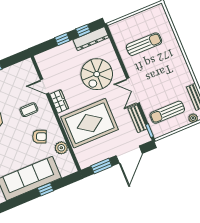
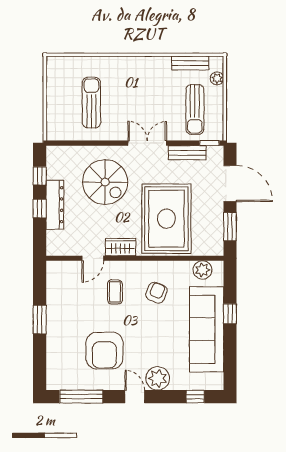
dresser: (91, 39) -> (55, 205), moved
double door: (133, 91) -> (147, 143), swing flipped
plant: (61, 148) -> (202, 270), moved

